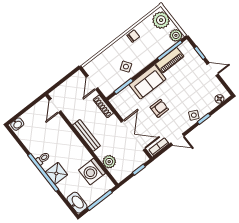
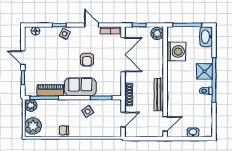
armchair: (159, 108) -> (87, 60), turned -90
washbasin: (17, 124) -> (193, 132), moved
bench: (86, 135) -> (159, 95), moved
double door: (133, 135) -> (123, 55), swing flipped
plant: (109, 162) -> (157, 33), moved

